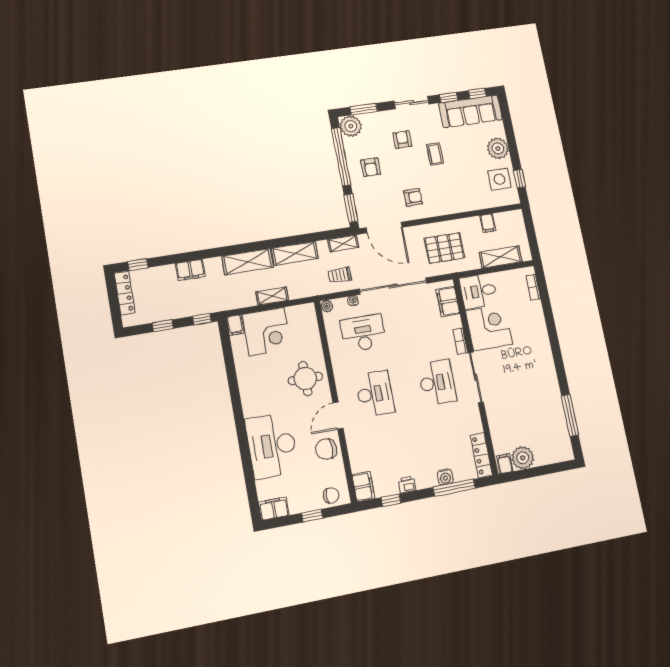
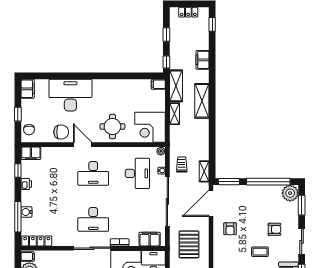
armchair: (371, 167) -> (257, 202), removed
shelving: (295, 253) -> (176, 86), moved
locker: (125, 293) -> (188, 12), width x0.66
corner desk: (267, 331) -> (150, 127), moved
chair: (326, 449) -> (61, 132), turned 90

